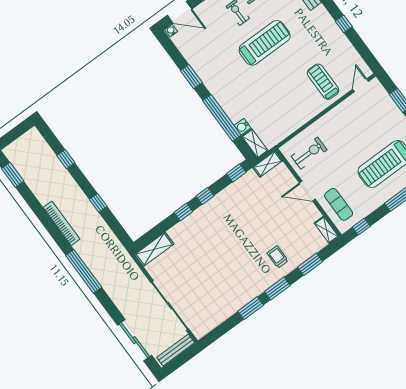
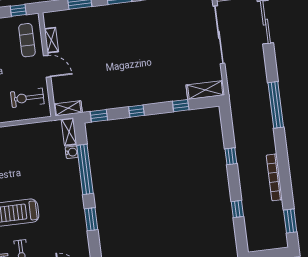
window: (183, 212) -> (181, 106), moved
bookcase: (62, 223) -> (274, 177), moved
shelving: (326, 230) -> (51, 40), moved
trolley: (278, 257) -> (104, 25), removed

